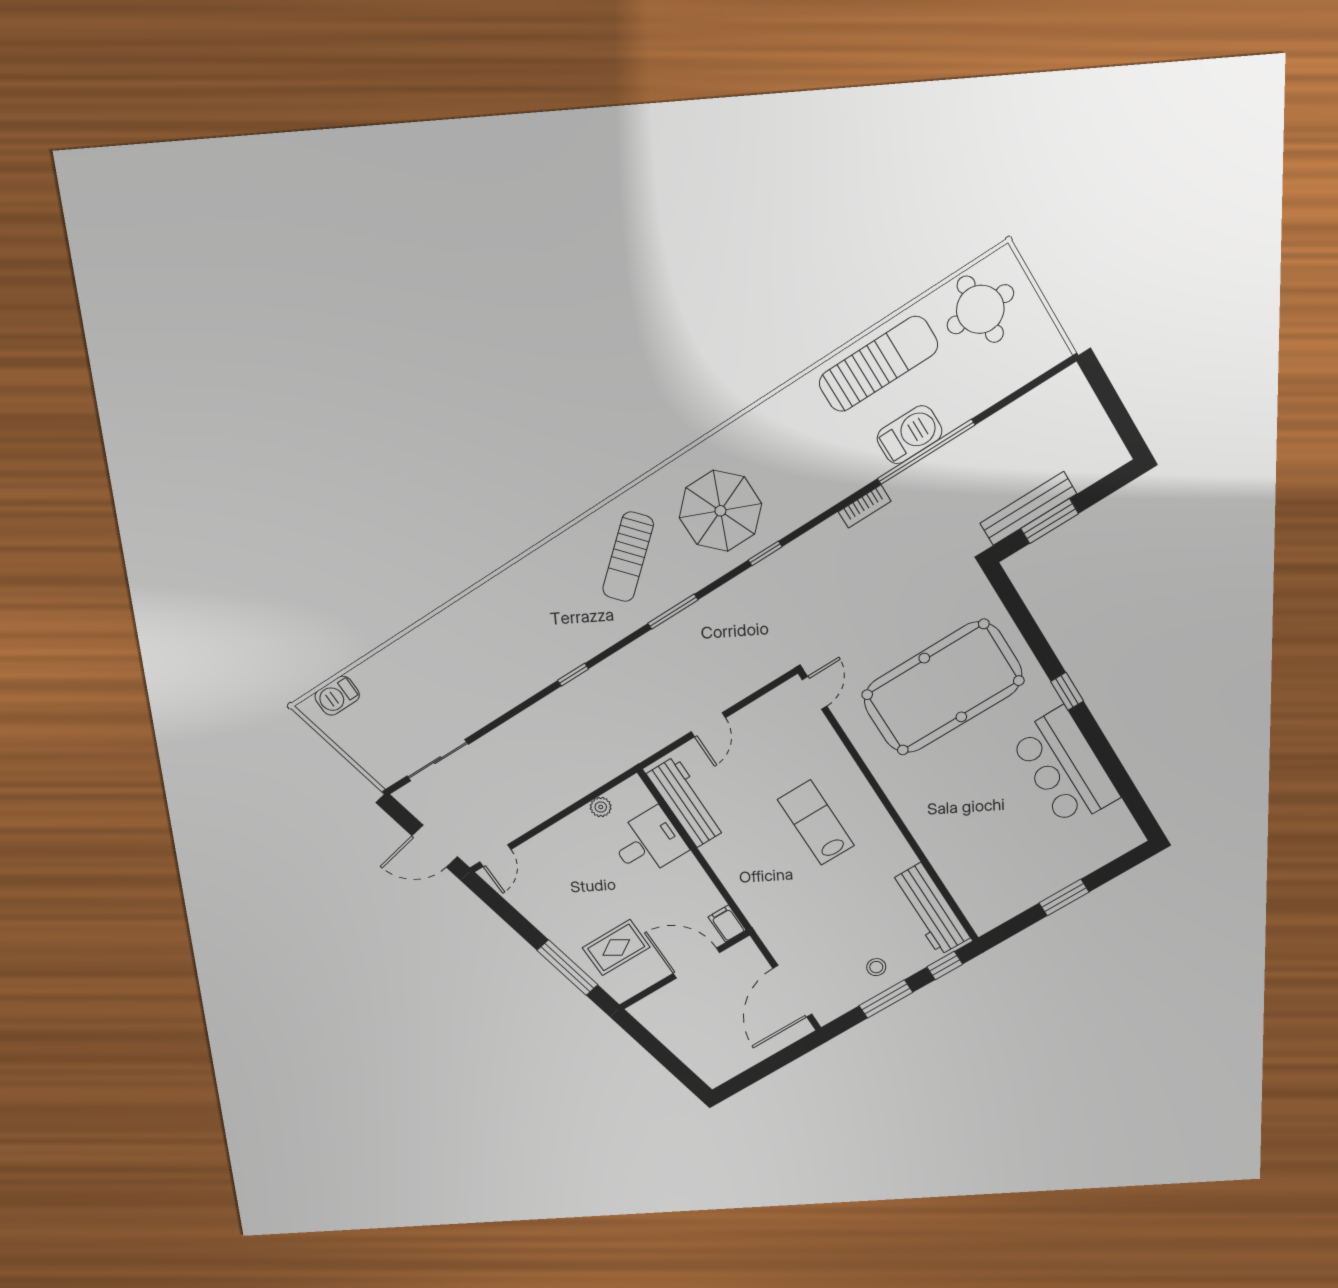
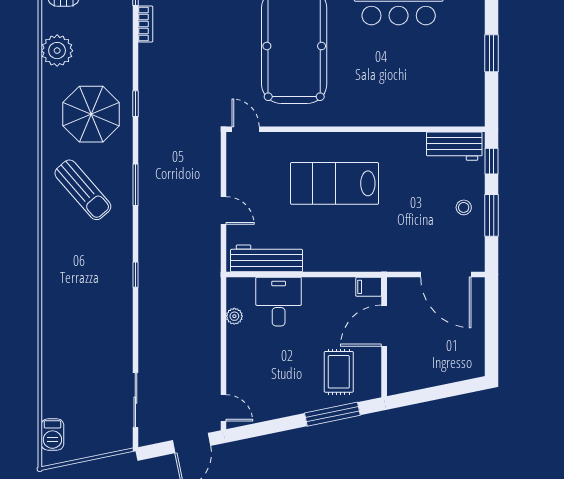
plant: (769, 424) -> (57, 51), added
lab bench: (816, 823) -> (335, 183), width x1.36, depth x1.39
workbench: (930, 909) -> (454, 146), width x0.73

